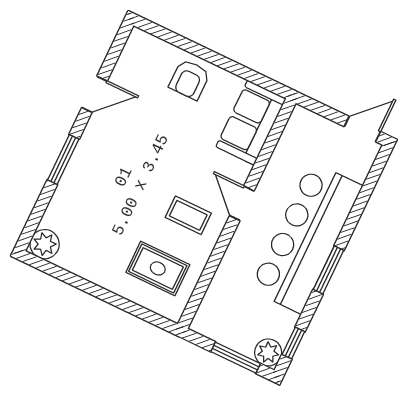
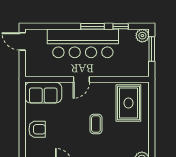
coffee table: (188, 215) -> (96, 124), moved
rug: (158, 268) -> (128, 103), width x1.36, depth x1.43
window: (293, 343) -> (121, 26), moved

